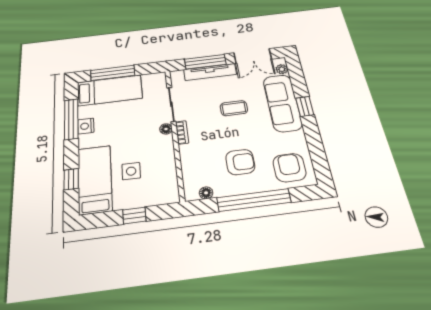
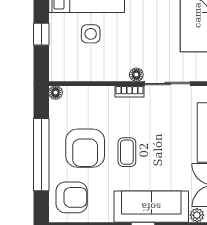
coffee table: (234, 108) -> (127, 152), moved
armchair: (240, 162) -> (85, 148), width x1.36, depth x1.36
floor lamp: (206, 193) -> (56, 93), moved

